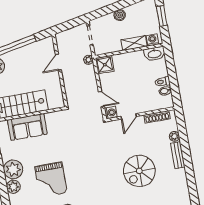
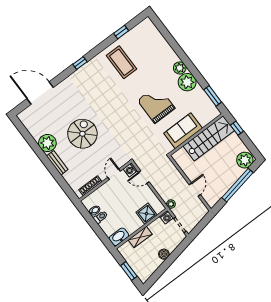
washing machine: (152, 40) -> (166, 217), moved
shower: (105, 65) -> (146, 214), moved
sofa: (27, 127) -> (183, 131), moved
plant: (174, 136) -> (47, 143), moved, width x1.88, depth x1.88
grand piano: (51, 180) -> (156, 104), moved

